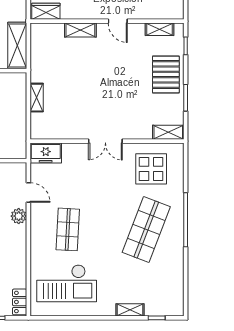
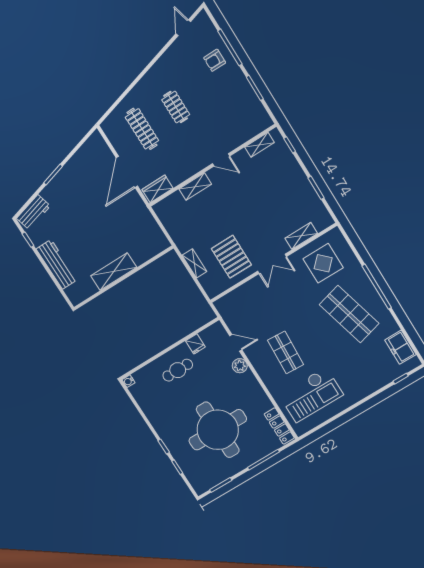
shelving: (17, 46) -> (152, 231), removed
pallet: (166, 74) -> (231, 257), moved
shelving: (168, 132) -> (301, 236), moved
freezer: (46, 153) -> (400, 347), moved, turned 90
shop shelf: (146, 229) -> (349, 314), turned -36
locker: (20, 302) -> (279, 426), width x1.53
shelving: (130, 310) -> (375, 385), removed

